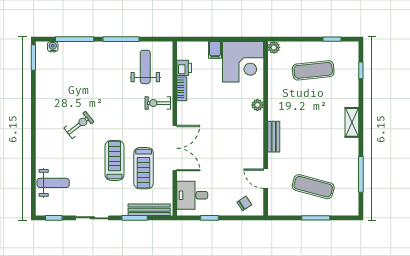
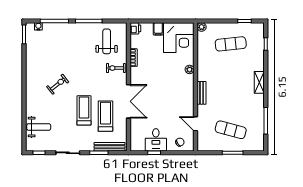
printer: (184, 68) -> (135, 28), moved
treadmill: (144, 168) -> (105, 116), turned 180
desk: (192, 195) -> (156, 140), moved, turned -90

